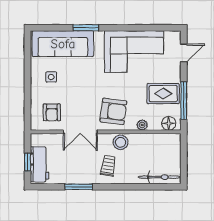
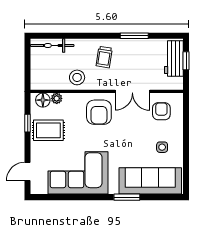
window: (184, 101) -> (28, 123), width x0.46
armchair: (113, 111) -> (99, 112), turned -97
plant: (142, 125) -> (57, 98), moved
double door: (80, 132) -> (132, 91), swing flipped
stool: (120, 142) -> (77, 77), moved

